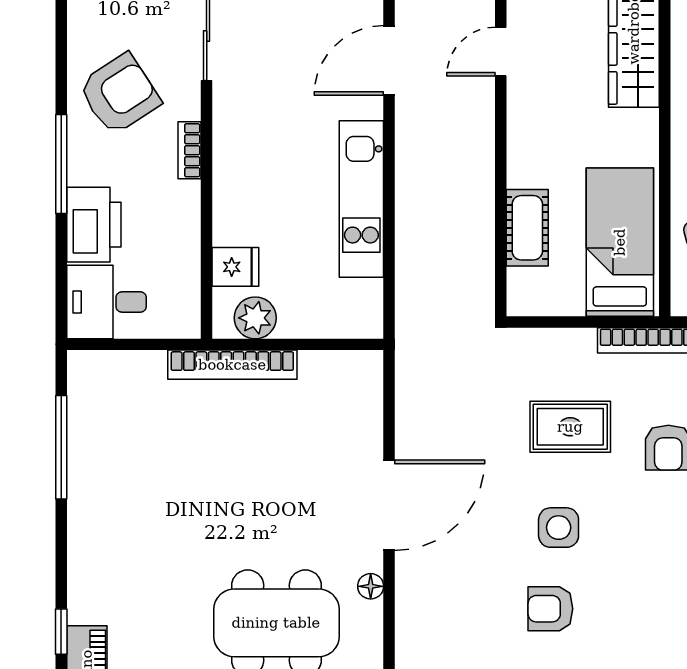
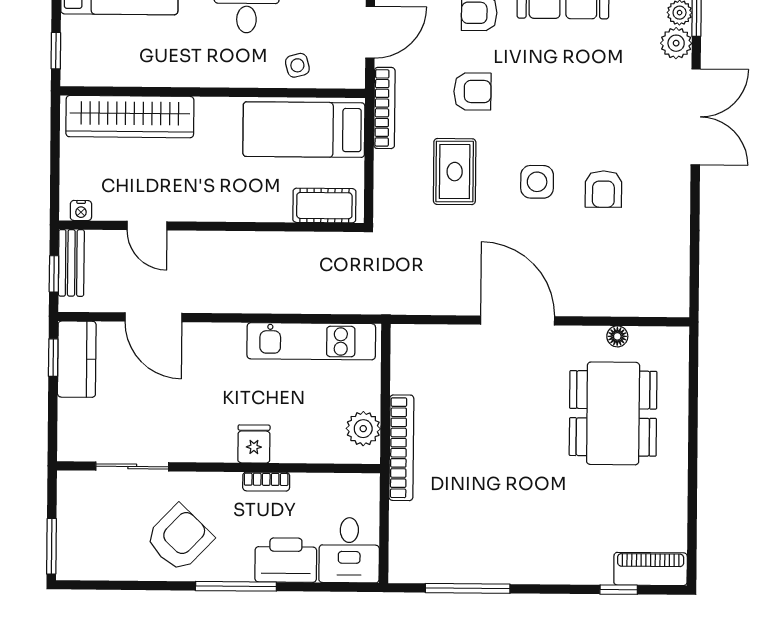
armchair: (119, 94) -> (179, 538), turned 77
bookcase: (189, 150) -> (266, 482), moved
kitchen unit: (361, 199) -> (311, 341), moved
cot: (527, 228) -> (324, 206), moved
fridge: (235, 267) -> (254, 444), moved
floor lamp: (371, 586) -> (617, 336), moved

